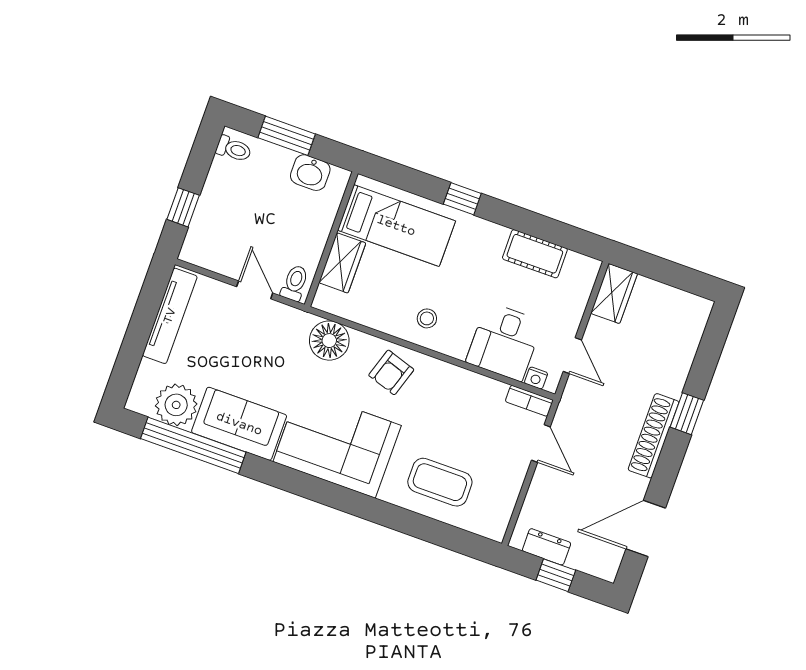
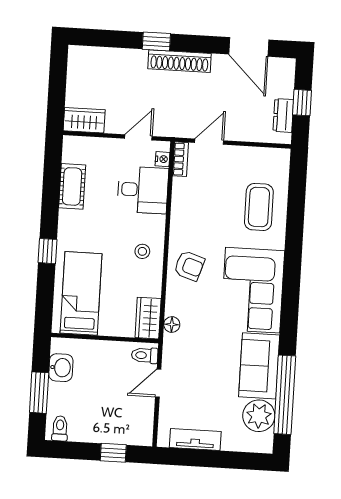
wardrobe: (342, 263) -> (148, 318), moved, turned -90
tv unit: (170, 316) -> (195, 439), width x0.71
floor lamp: (329, 341) -> (172, 324), width x0.53, depth x0.53

